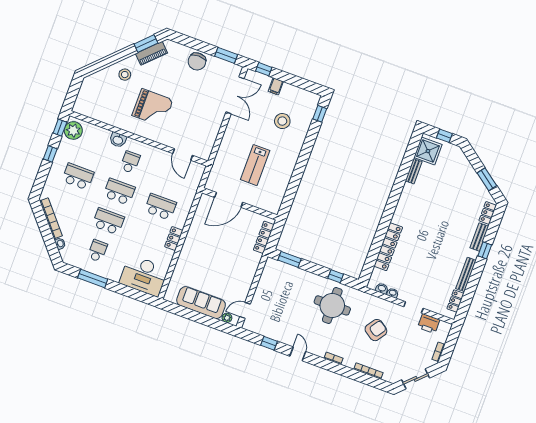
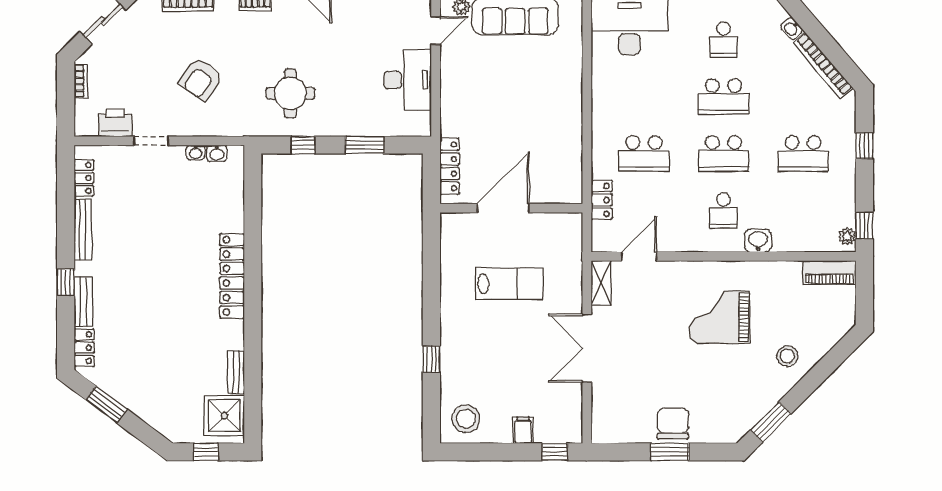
piano: (151, 53) -> (829, 273), moved, turned -135
window: (226, 55) -> (670, 452), moved
double door: (235, 95) -> (587, 348), moved
window: (320, 114) -> (431, 359), moved
stool: (282, 121) -> (466, 419), moved
plant: (73, 130) -> (847, 236), width x0.53, depth x0.53
shelving: (207, 148) -> (601, 283), added
window: (50, 154) -> (864, 146), moved
door: (183, 154) -> (639, 256), hinge flipped
lab bench: (255, 165) -> (509, 284), turned 90
door: (229, 200) -> (503, 208), moved
locker: (174, 239) -> (602, 200), moved
locker: (388, 247) -> (232, 276), moved
window: (290, 259) -> (365, 145), moved
desk: (269, 290) -> (407, 80), added
round table: (332, 305) -> (290, 93), width x0.73, depth x0.73

